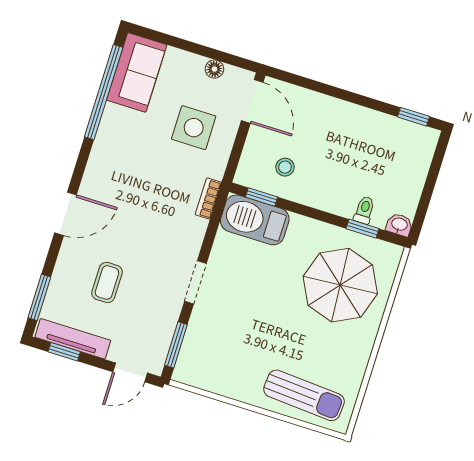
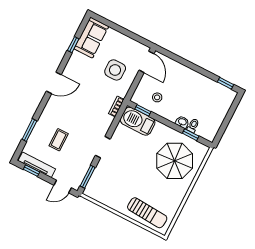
floor lamp: (214, 69) -> (130, 43), removed
window: (104, 92) -> (73, 45), width x0.32
door: (66, 214) -> (54, 83), moved
washbasin: (399, 225) -> (182, 122), moved
window: (39, 297) -> (29, 130), moved

